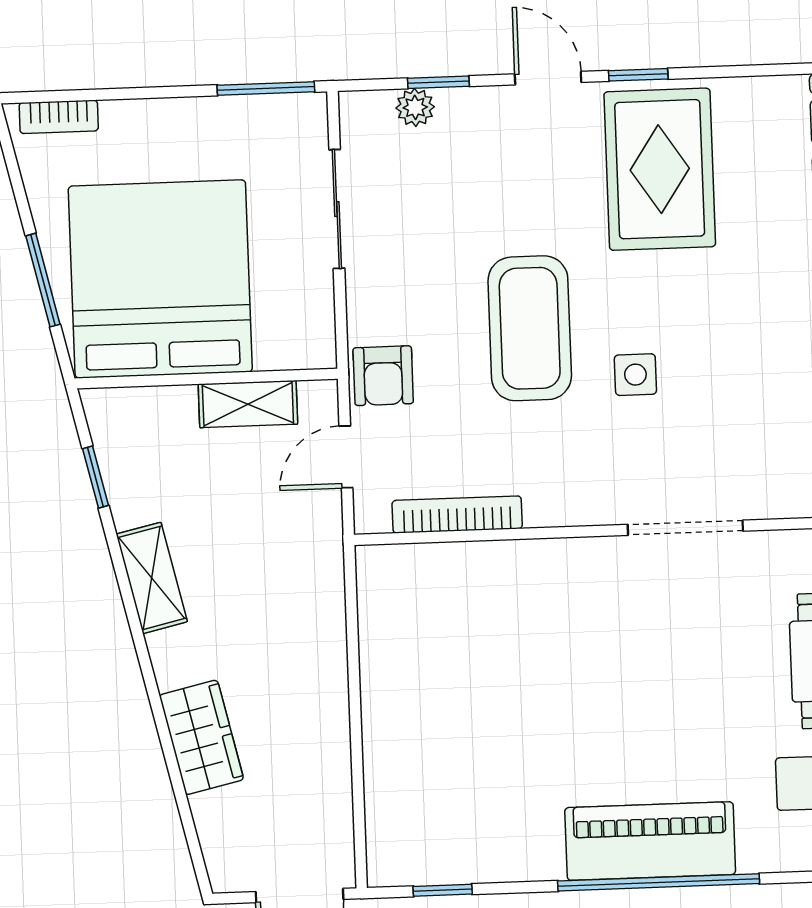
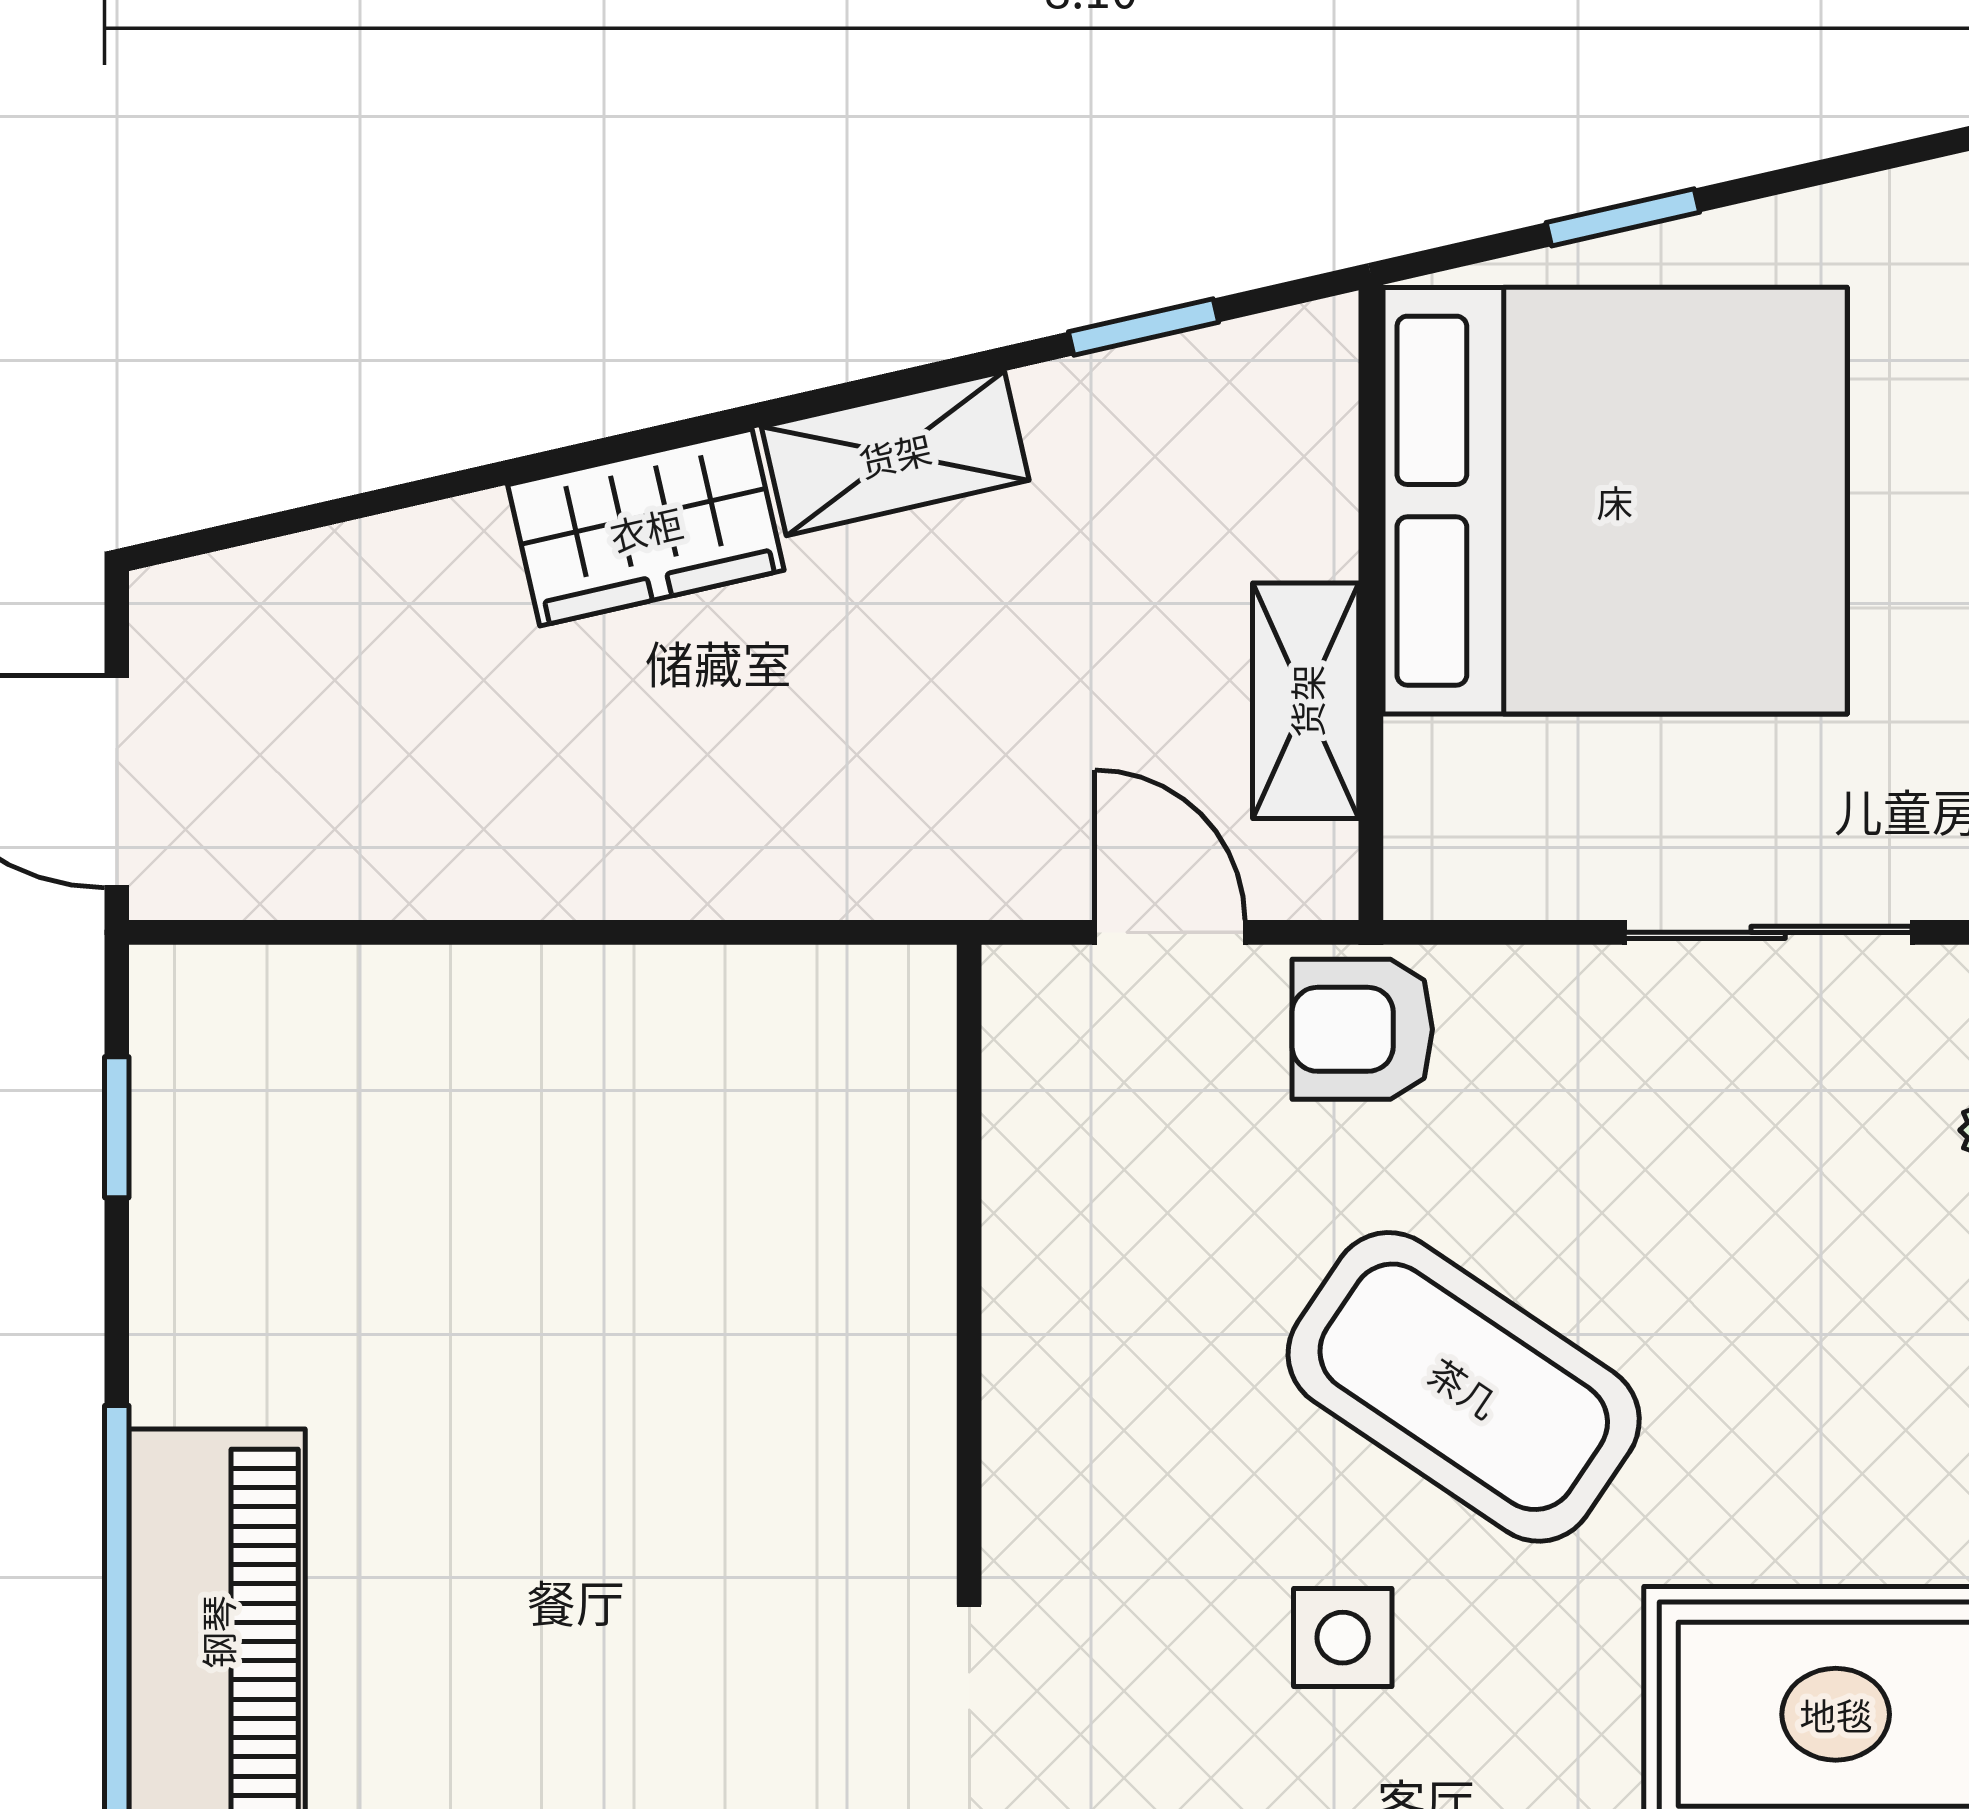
window: (43, 280) -> (1623, 217), width x0.67
coffee table: (530, 328) -> (1464, 1387), turned 34
bookcase: (457, 515) -> (1021, 1195), removed
wardrobe: (201, 737) -> (646, 528), moved

